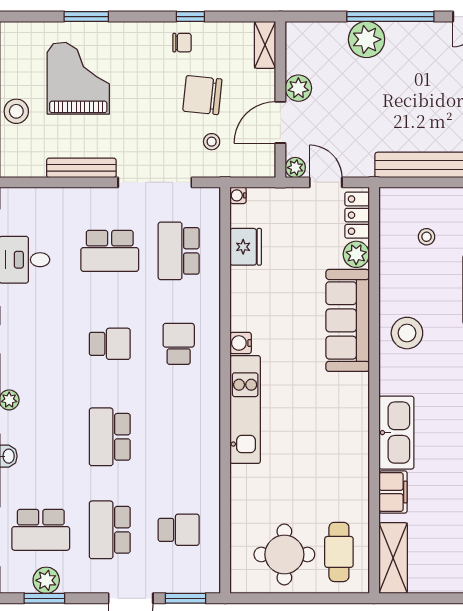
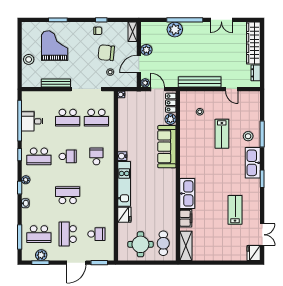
fridge: (246, 247) -> (124, 215), moved
school desk: (179, 251) -> (96, 118), turned -90
stool: (407, 333) -> (192, 152), removed
school desk: (41, 344) -> (39, 156), added
school desk: (110, 437) -> (68, 195), turned 90

